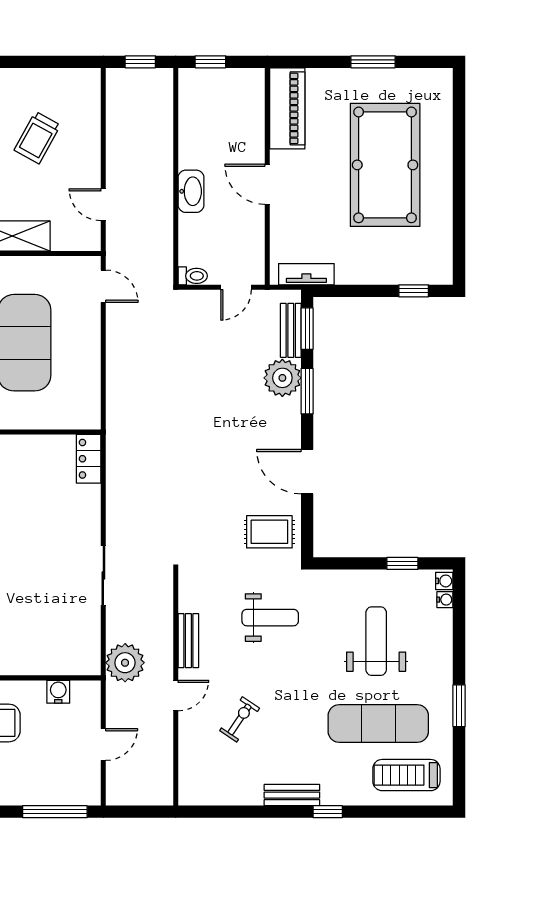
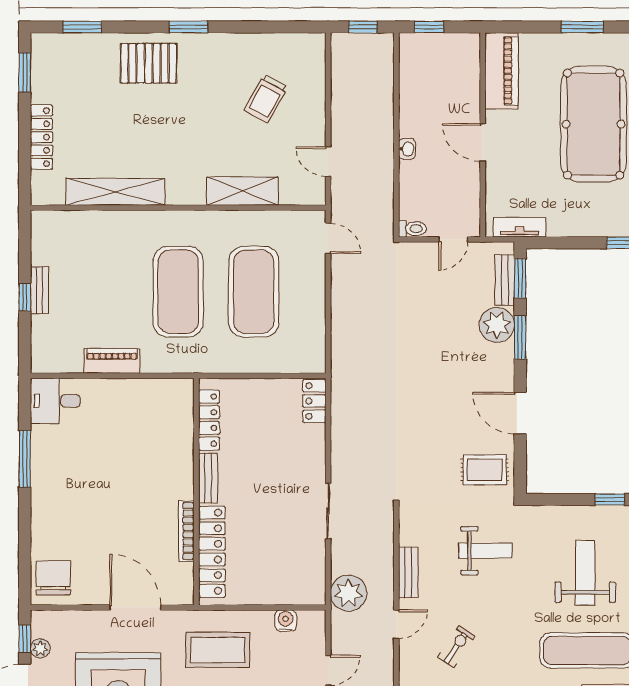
washbasin: (191, 191) -> (407, 149), width x0.52, depth x0.69

